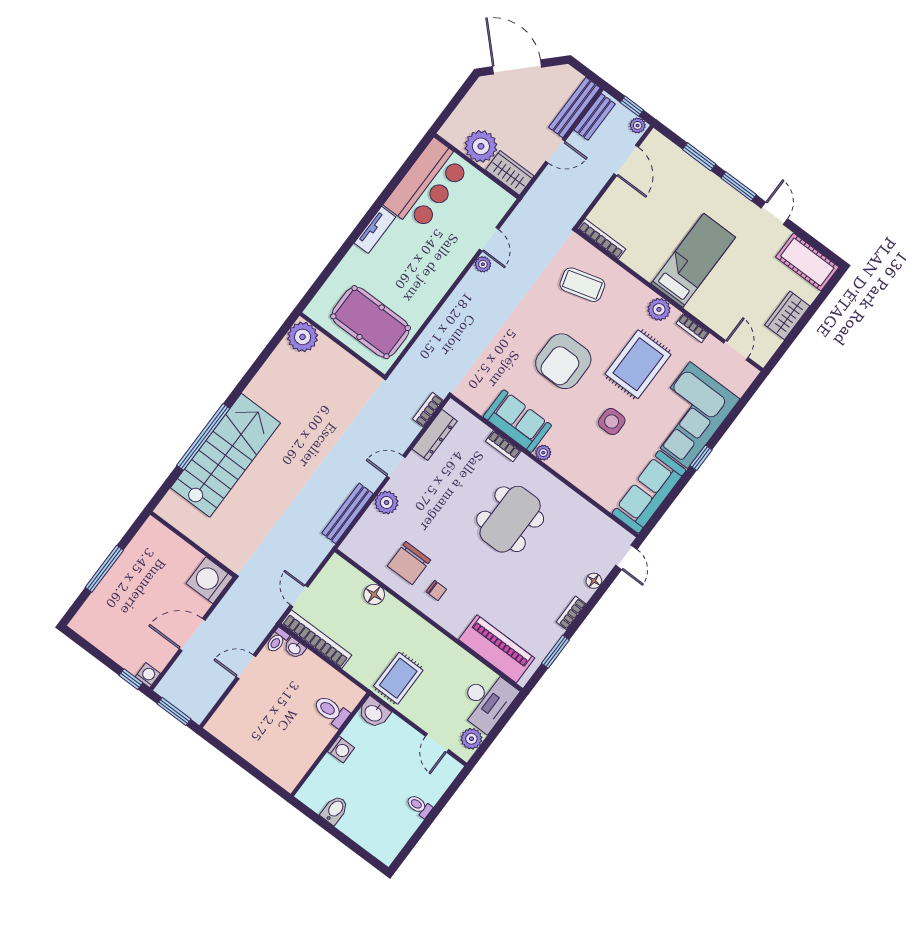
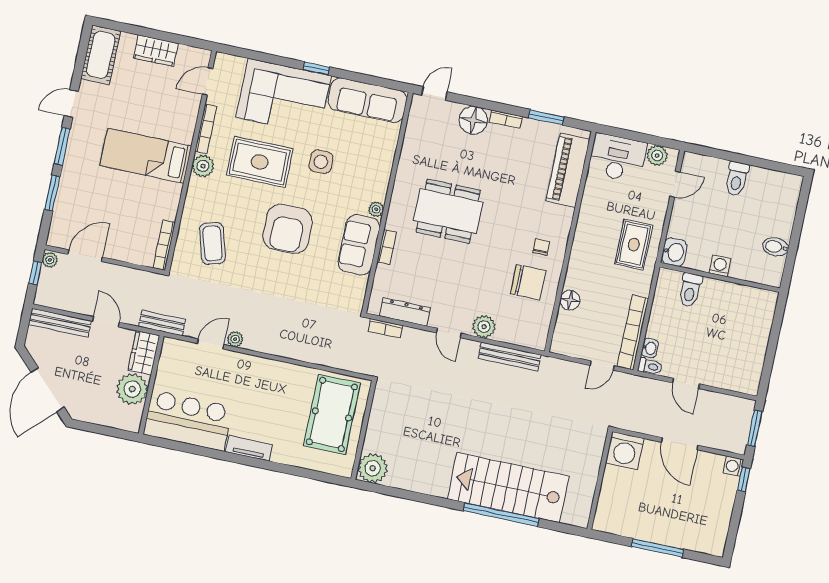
bench: (595, 117) -> (162, 323), moved
bookcase: (692, 328) -> (206, 129), width x1.56
armchair: (563, 361) -> (288, 229), turned 90
floor lamp: (594, 581) -> (473, 120), width x1.89, depth x1.89
rug: (398, 678) -> (634, 245), turned 90
toilet: (419, 806) -> (737, 179), width x1.37, depth x1.39

